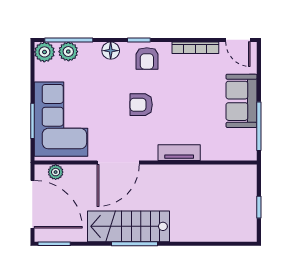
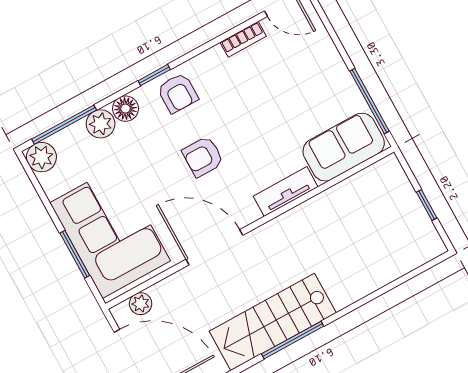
bookcase: (195, 48) -> (243, 39), width x0.64
plant: (68, 52) -> (101, 124), moved
sofa: (242, 101) -> (344, 147), moved, turned 90
door: (118, 163) -> (214, 247), swing flipped

